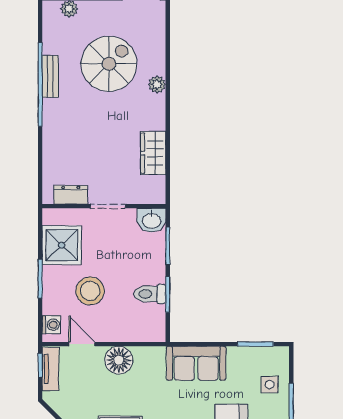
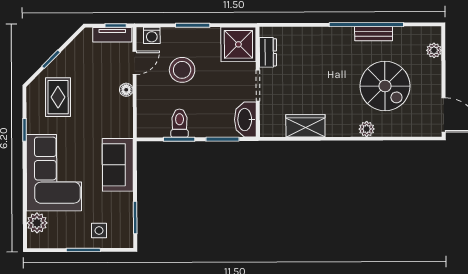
washbasin: (151, 220) -> (245, 120), width x1.38
shower: (62, 245) -> (238, 44), moved
floor lamp: (119, 360) -> (126, 90), width x0.53, depth x0.53

